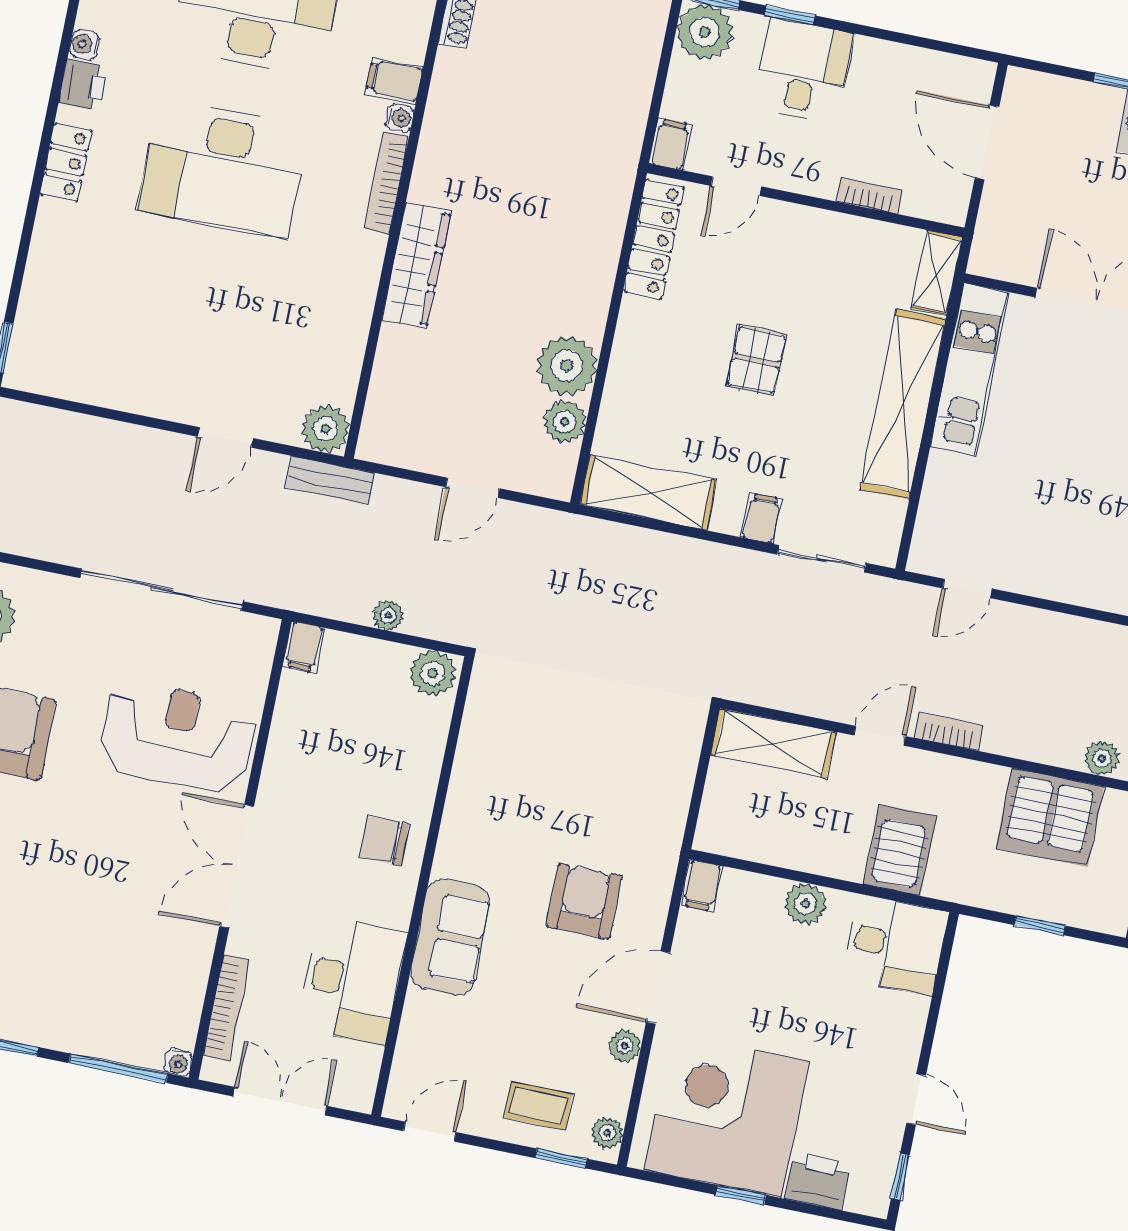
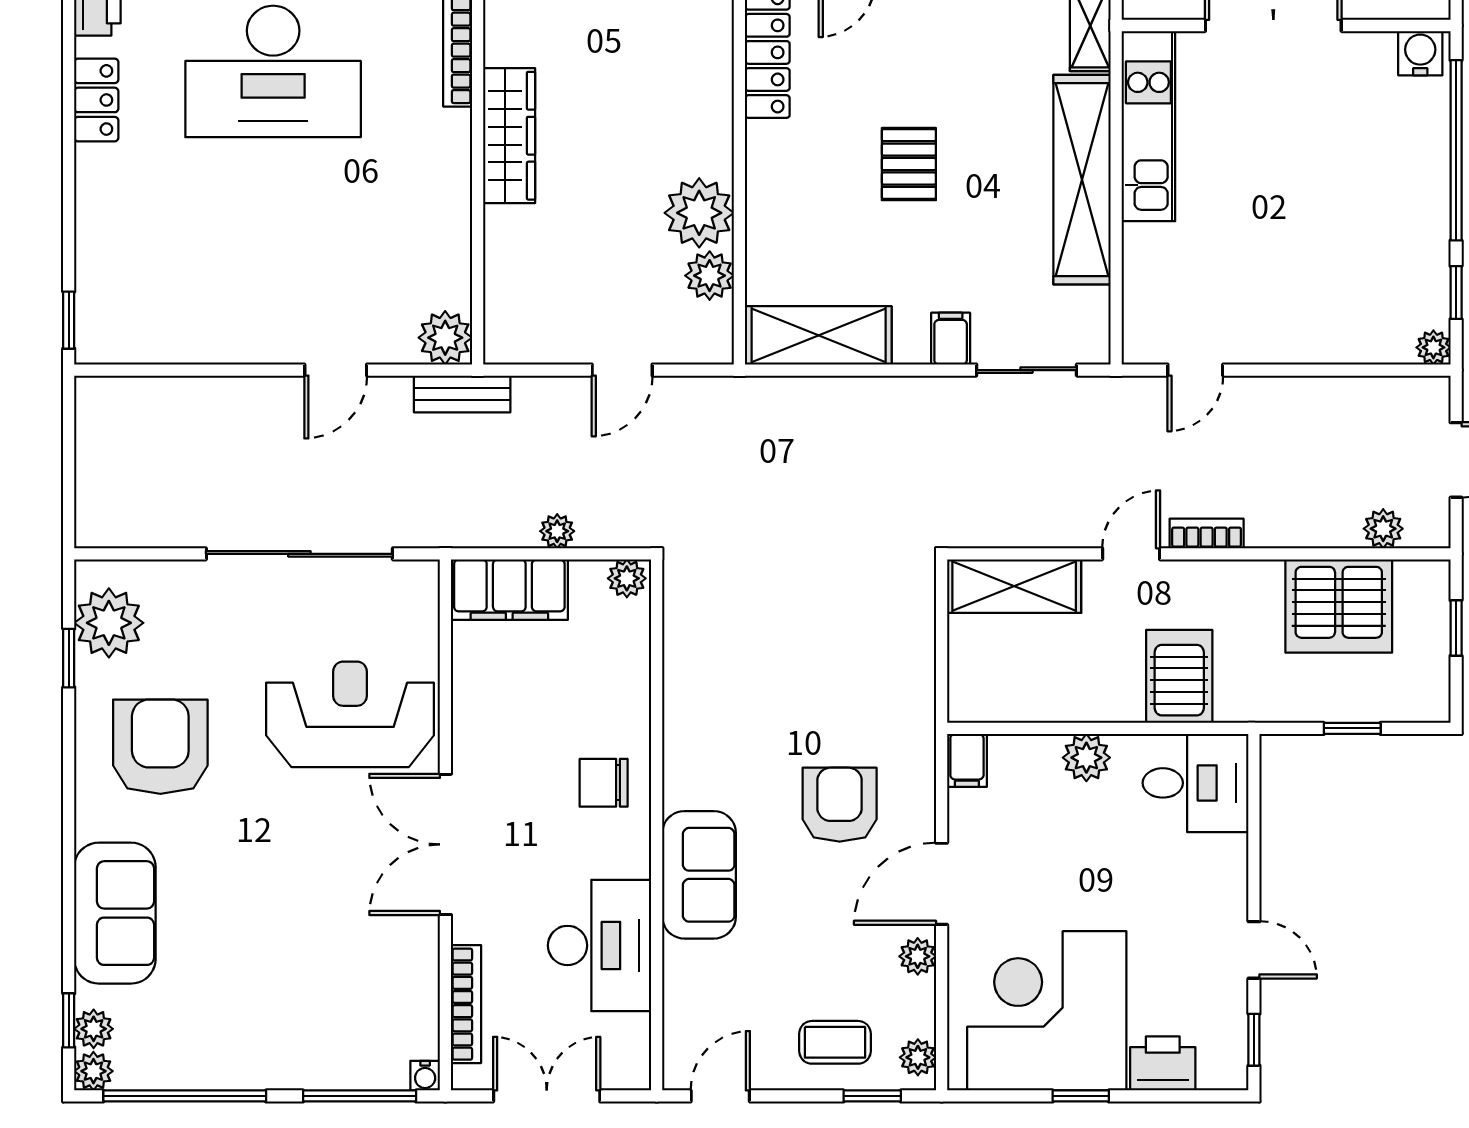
filing cabinet: (304, 647) -> (509, 590), width x3.00, depth x1.17
plant: (433, 673) -> (627, 578), width x0.73, depth x0.73

